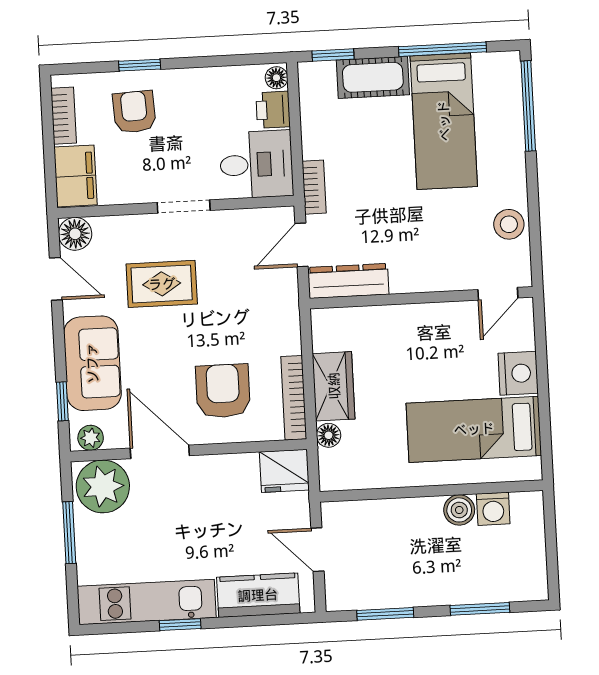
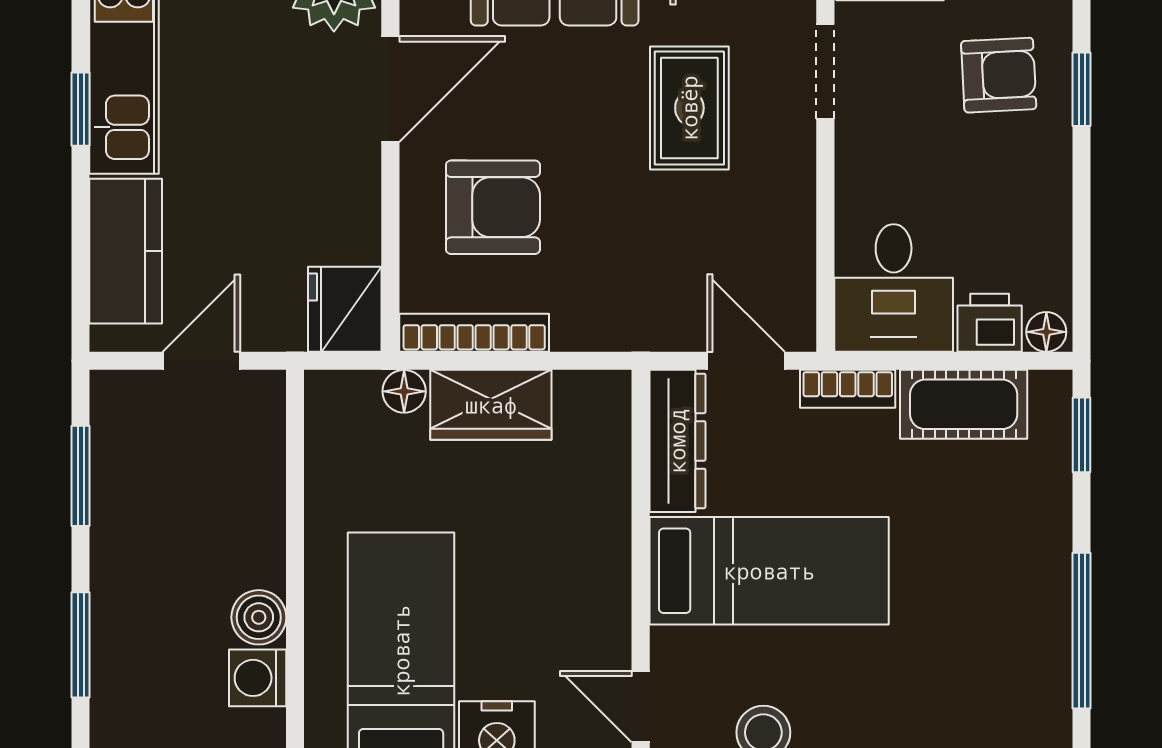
cot: (373, 77) -> (964, 404), moved, turned 90
bed: (444, 121) -> (769, 571), moved, turned 180
doorway: (184, 207) -> (825, 72), moved

